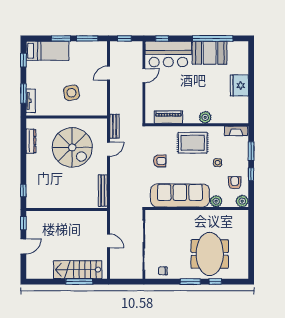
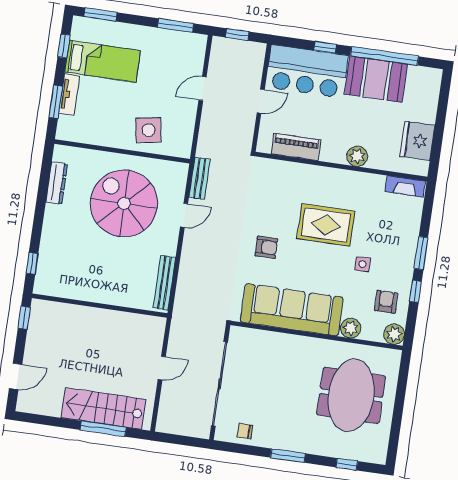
window: (61, 38) -> (100, 15), moved
window: (162, 38) -> (325, 47), moved
bed: (47, 51) -> (102, 61), moved
side table: (71, 93) -> (148, 130), moved
tv unit: (31, 101) -> (69, 95), moved
piano: (168, 117) -> (296, 147), moved
plant: (205, 117) -> (357, 156), moved
wall: (197, 125) -> (341, 166), moved
fireplace: (236, 131) -> (405, 186), moved
spiral stairs: (72, 147) -> (124, 203), turned 180
door: (109, 241) -> (162, 368), hinge flipped
door: (23, 246) -> (16, 376), moved
meeting table: (210, 254) -> (351, 395), moved
window: (215, 282) -> (347, 464), moved

